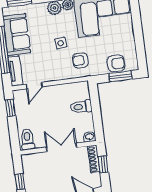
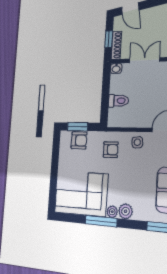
side table: (61, 43) -> (137, 142), moved
armchair: (116, 64) -> (79, 140), turned 180
double door: (62, 147) -> (145, 60), swing flipped

